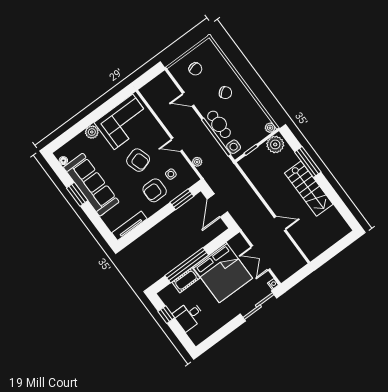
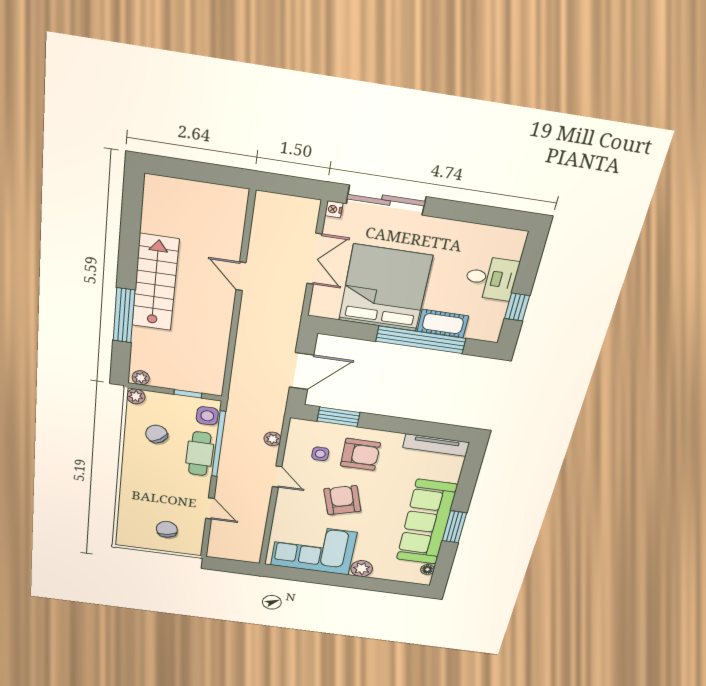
chair: (225, 93) -> (157, 434), moved
plant: (275, 144) -> (141, 378), width x0.53, depth x0.53

